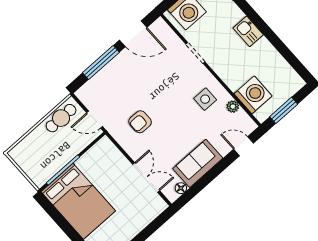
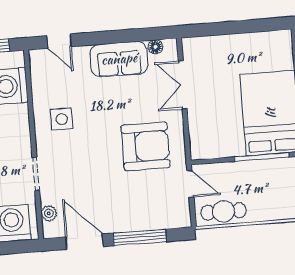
plant: (233, 107) -> (49, 213), moved
armchair: (140, 122) -> (146, 146), width x1.88, depth x1.88

